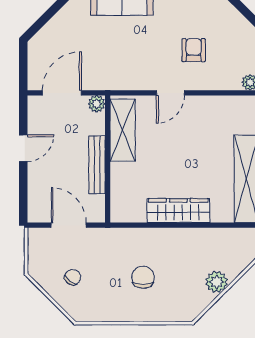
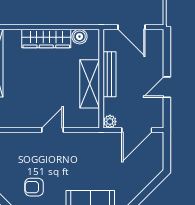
armchair: (194, 50) -> (34, 187), moved, turned 90
shelving: (123, 130) -> (90, 84), moved
boiler: (136, 213) -> (79, 37), added

